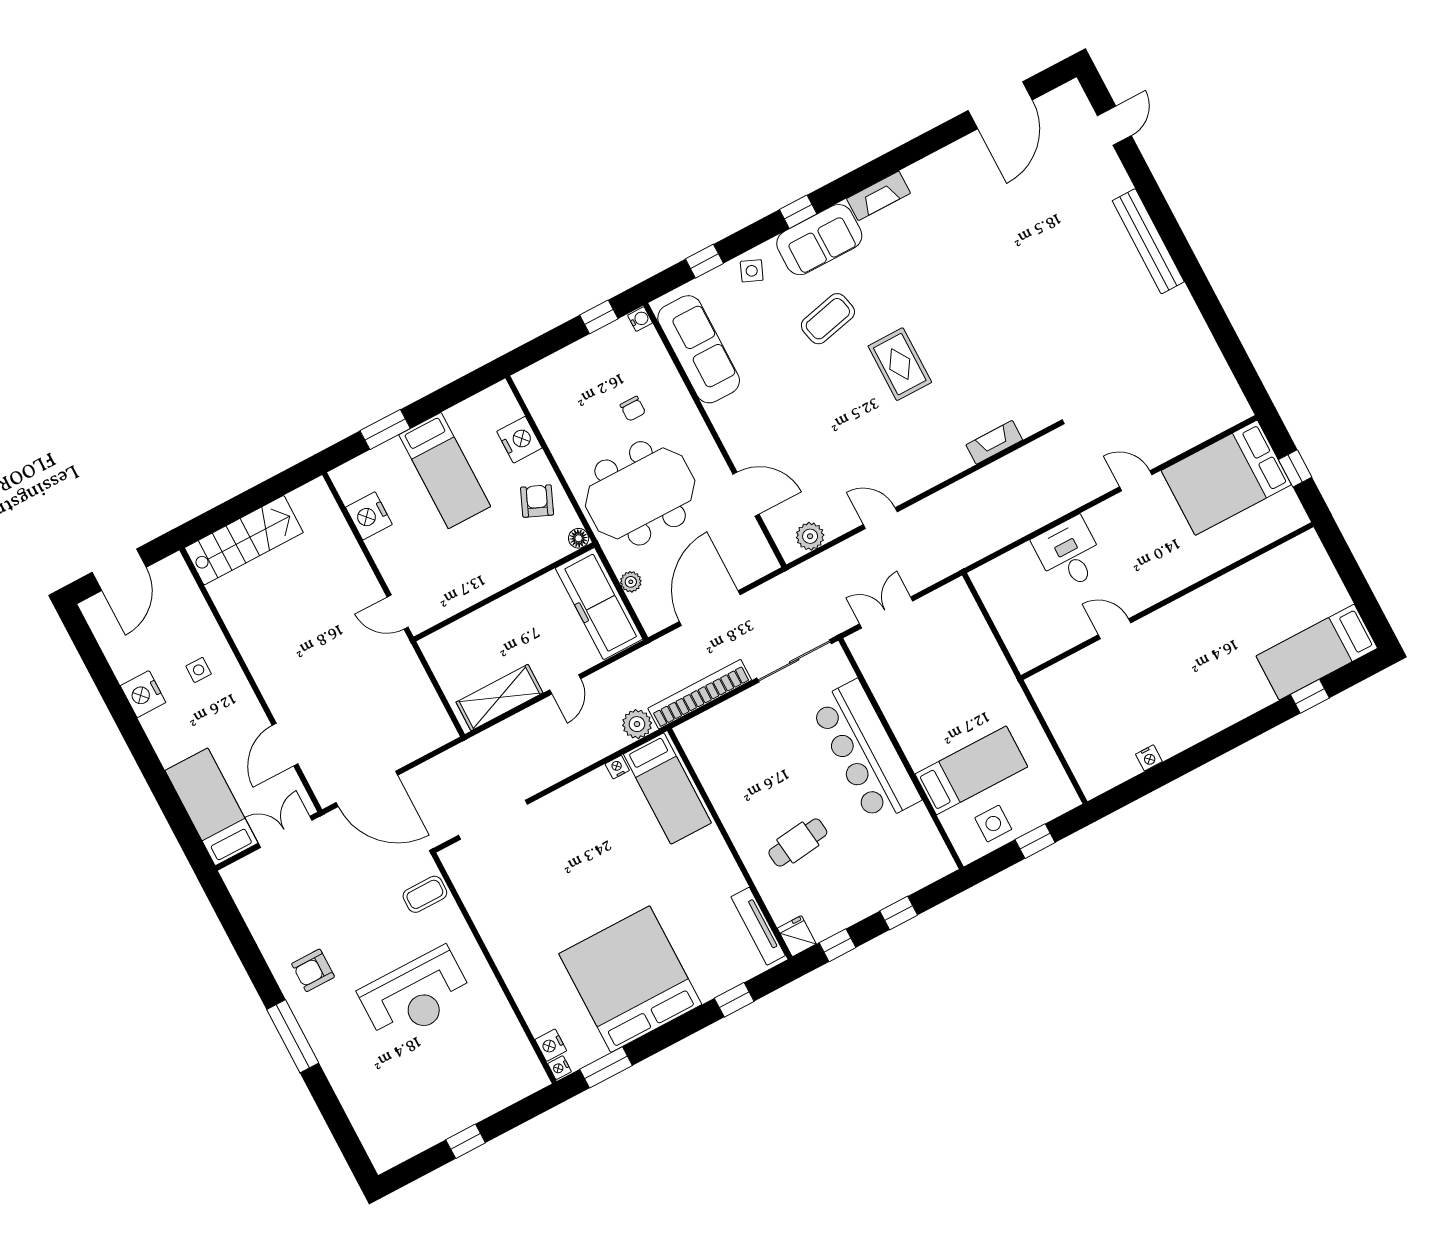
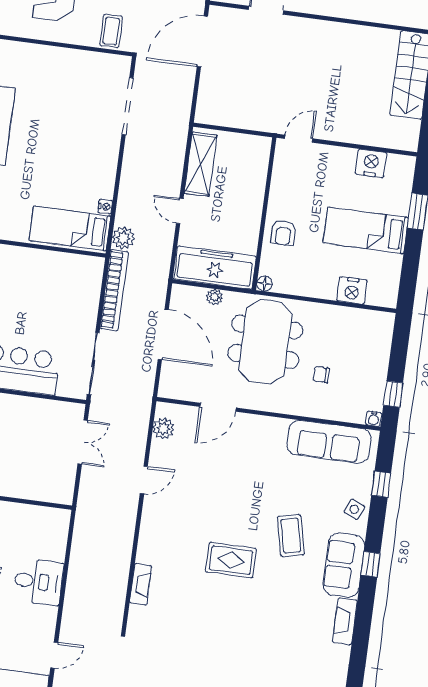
armchair: (537, 501) -> (283, 233), moved, turned 67

